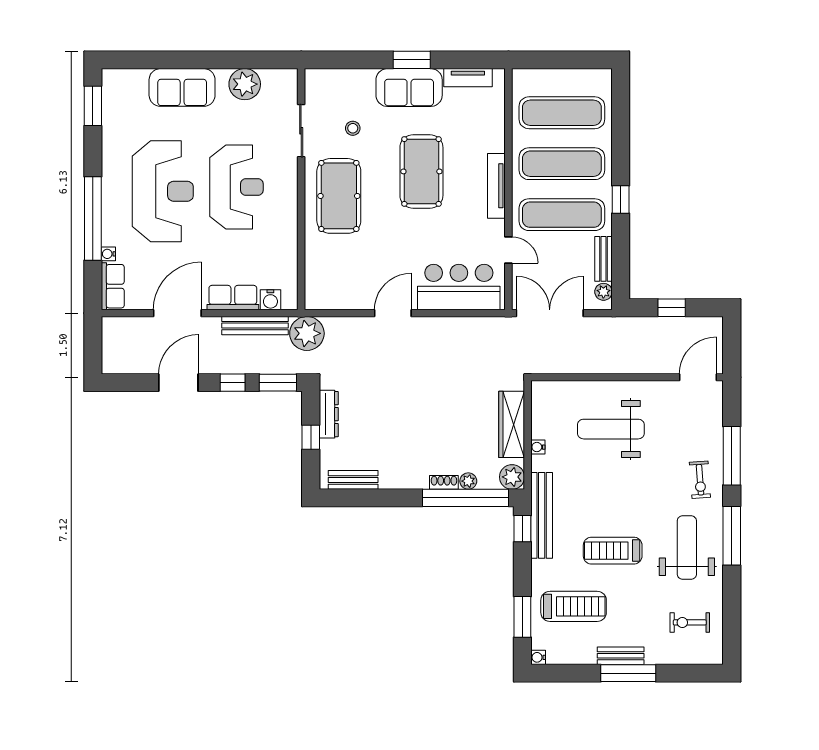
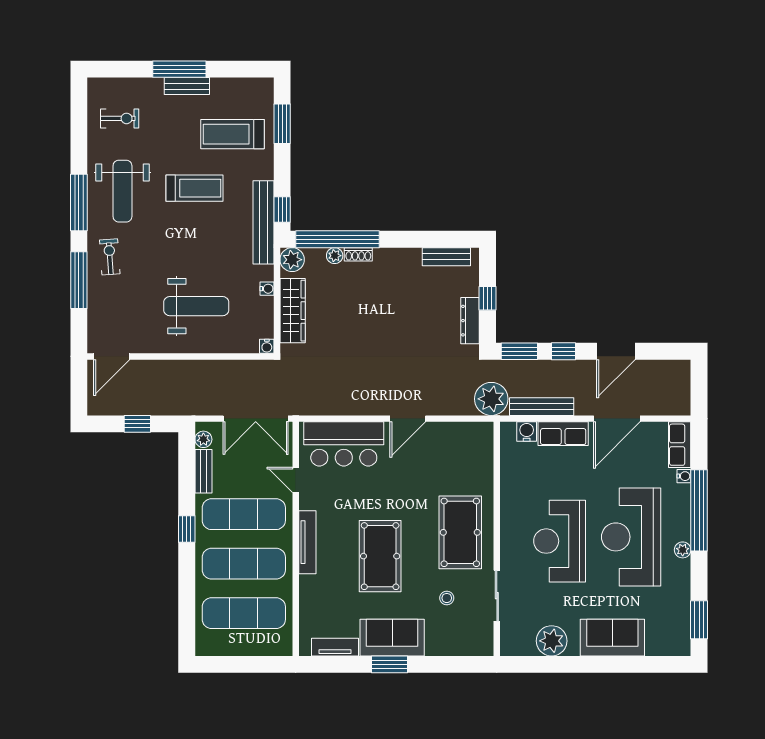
plant: (110, 178) -> (683, 550), added
water cooler: (538, 657) -> (267, 346), moved, turned 90

